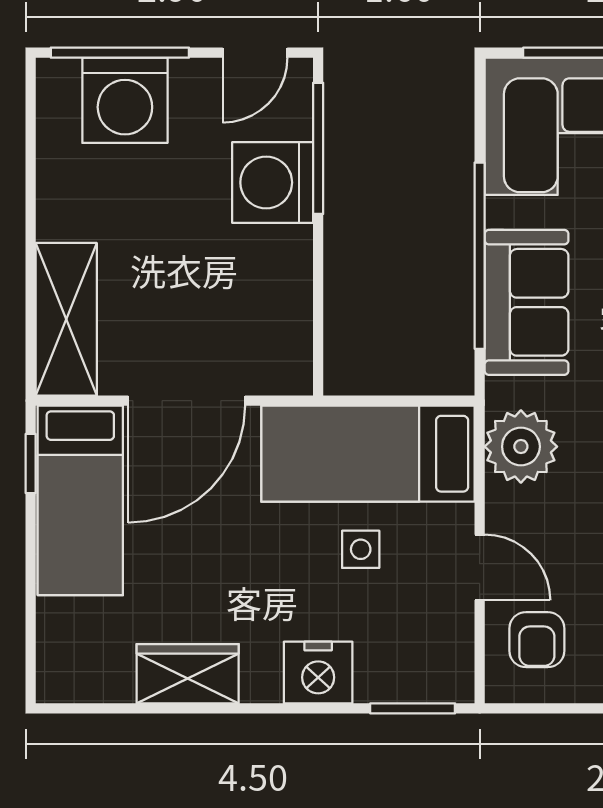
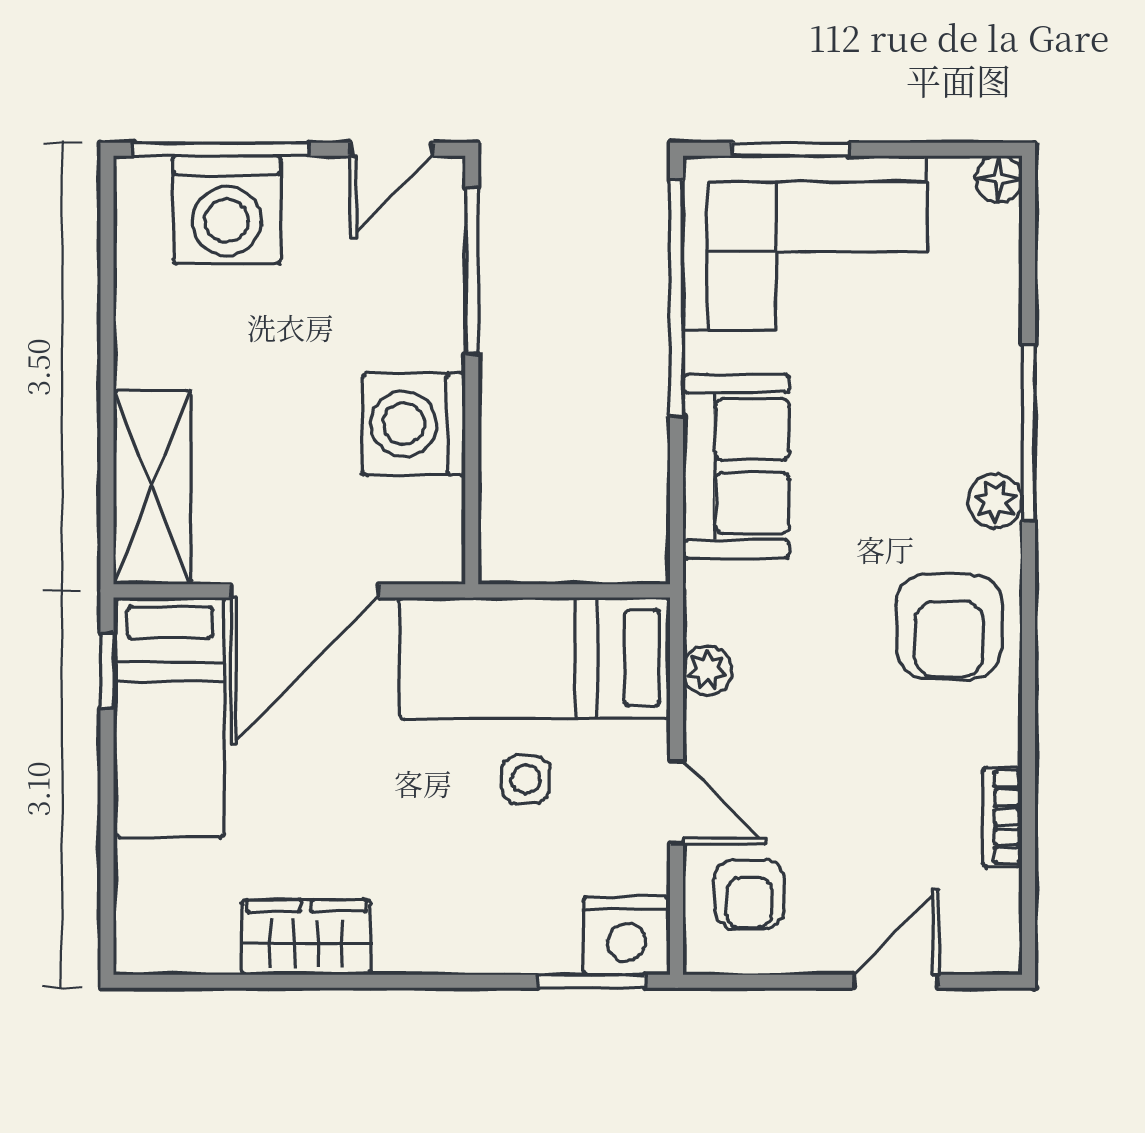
washing machine: (273, 182) -> (414, 424), moved
window: (480, 256) -> (677, 298), moved
plant: (521, 447) -> (708, 671), width x0.53, depth x0.53
nightstand: (318, 672) -> (627, 936), moved

